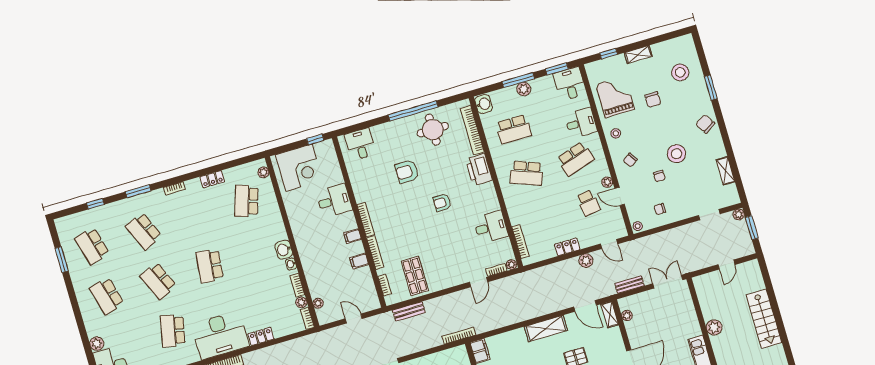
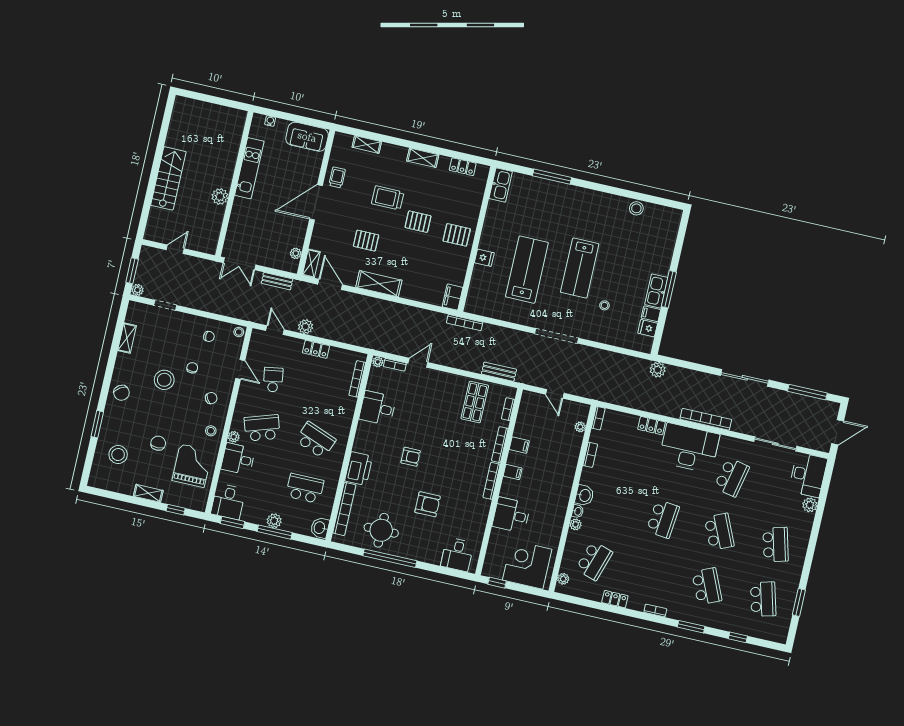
grand piano: (615, 97) -> (192, 466), turned 180
plant: (607, 182) -> (234, 437), moved
washbasin: (291, 264) -> (578, 511), moved
plant: (301, 302) -> (576, 524), moved

